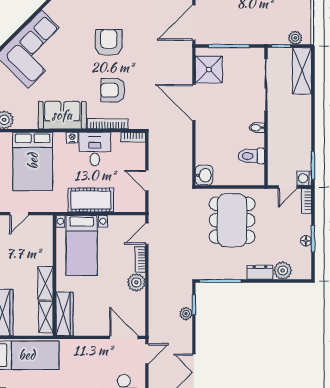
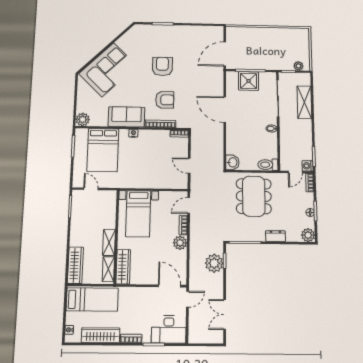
shower: (209, 69) -> (249, 81), moved
shelving: (302, 71) -> (304, 102), moved
armchair: (113, 90) -> (165, 100), turned 180
desk: (95, 149) -> (150, 142), removed
toilet: (251, 156) -> (268, 165), moved
cot: (91, 200) -> (146, 179), removed
door: (19, 214) -> (91, 189), swing flipped
plant: (283, 271) -> (308, 235), moved
plant: (186, 314) -> (214, 263), width x1.88, depth x1.88

